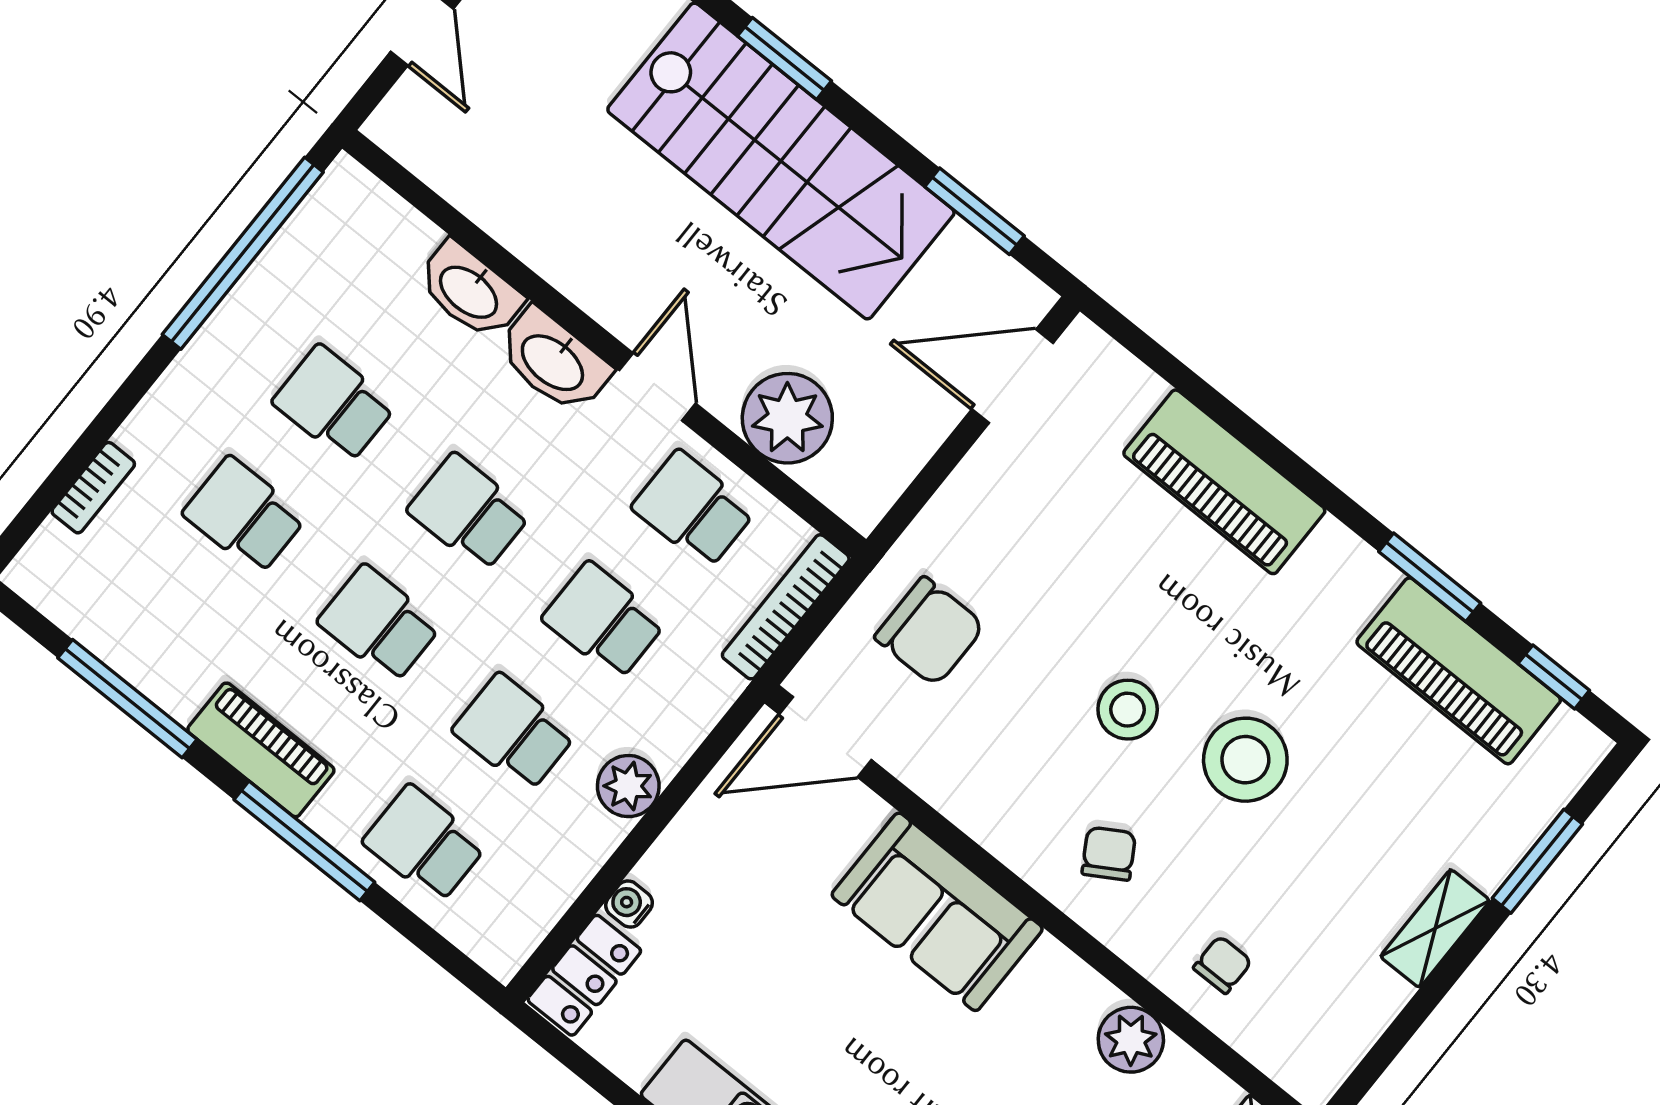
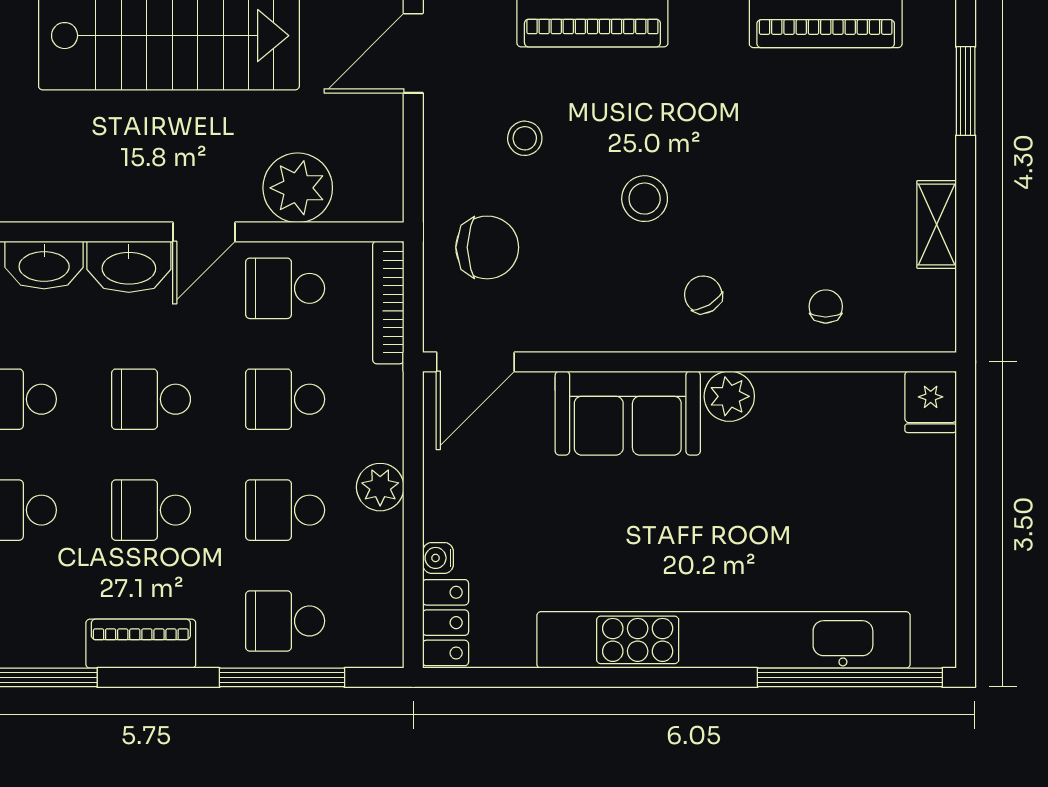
door: (657, 387) -> (204, 232), swing flipped
stool: (1245, 760) -> (525, 138), moved, width x0.53, depth x0.53
window: (304, 841) -> (282, 677), moved
shelving: (1435, 929) -> (937, 224), moved
plant: (1131, 1040) -> (729, 396), moved

